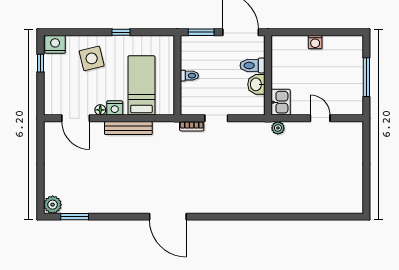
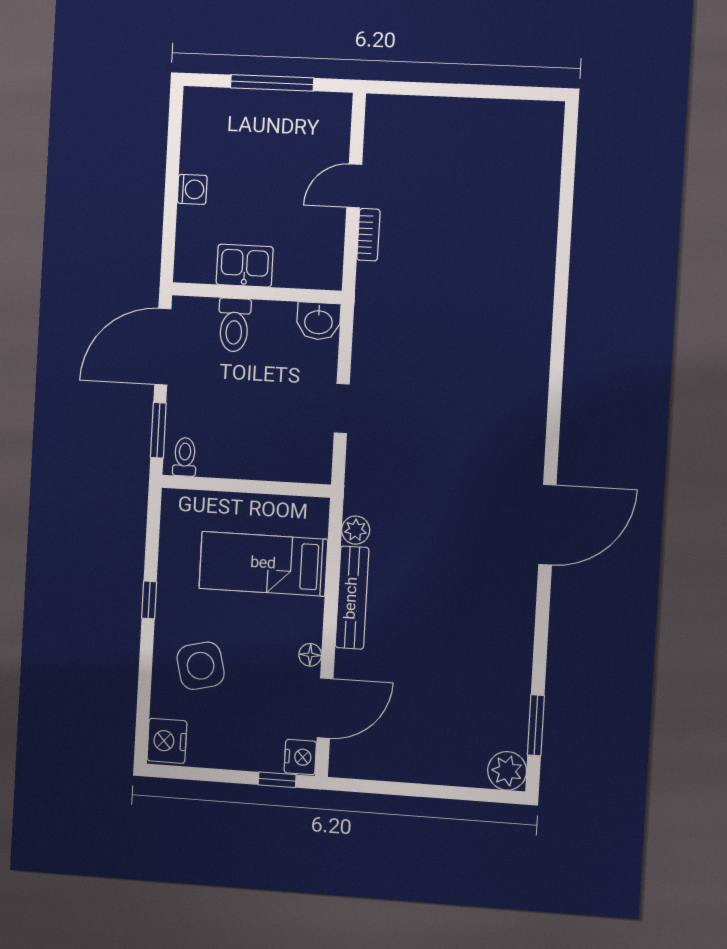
window: (41, 63) -> (277, 780), moved
toilet: (189, 76) -> (185, 457), moved
washbasin: (256, 84) -> (319, 321), moved
kitchen sink: (281, 102) -> (245, 266), moved
nightstand: (115, 108) -> (300, 757), moved
bookcase: (192, 126) -> (368, 235), moved
plant: (278, 128) -> (356, 530), moved

